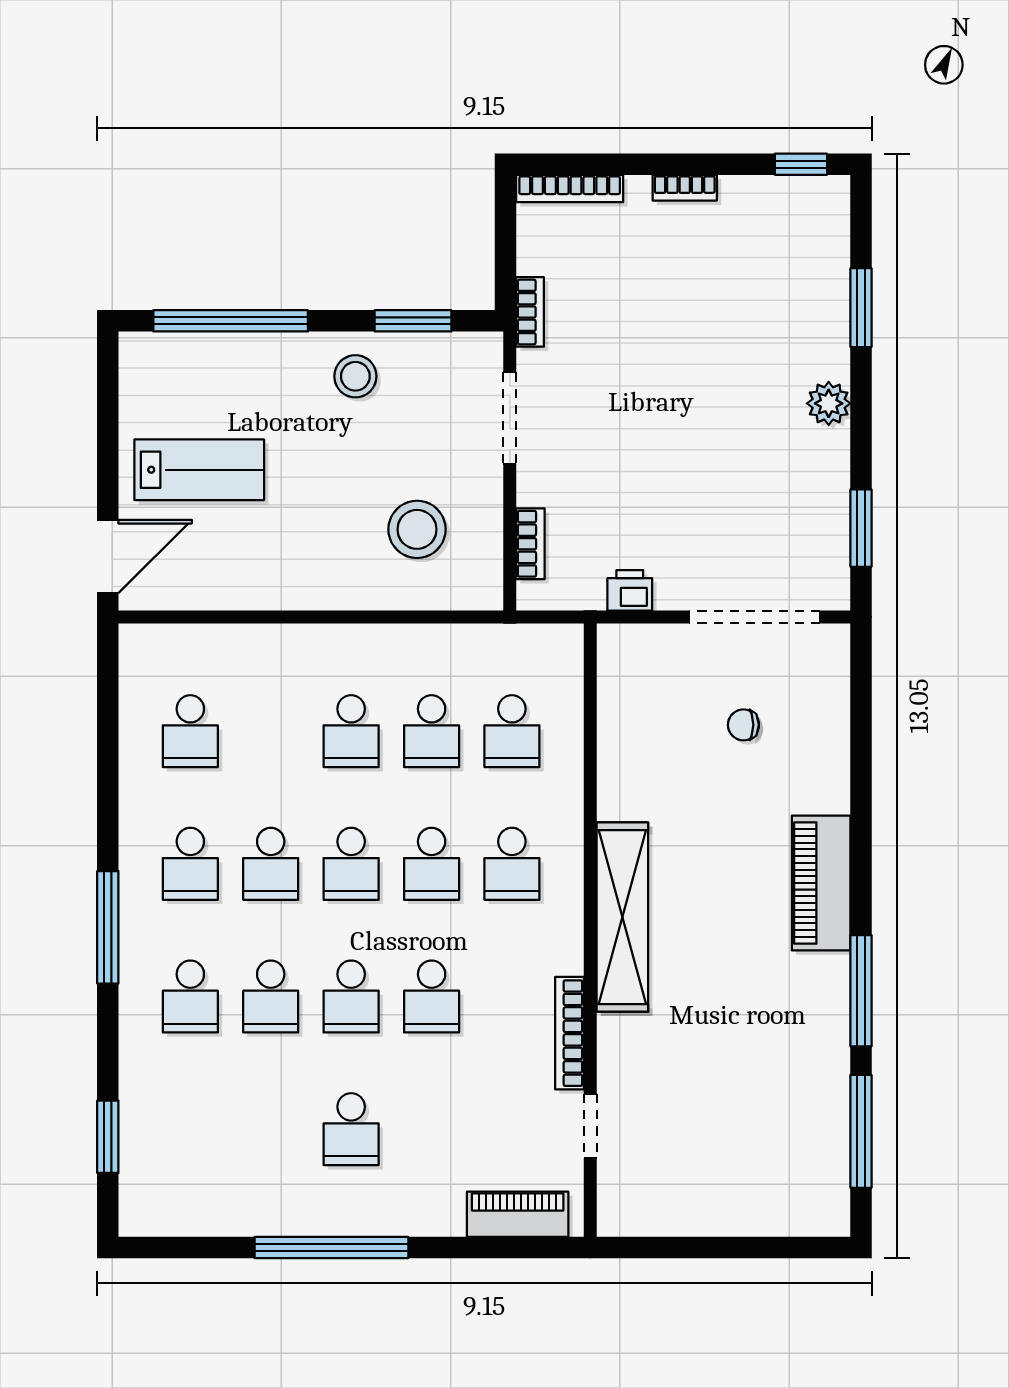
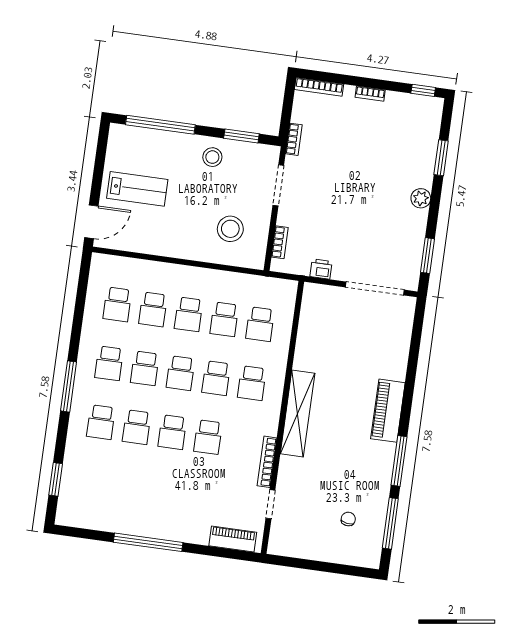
chair: (743, 725) -> (348, 519), moved, turned 98
school desk: (351, 1129) -> (153, 309), moved

